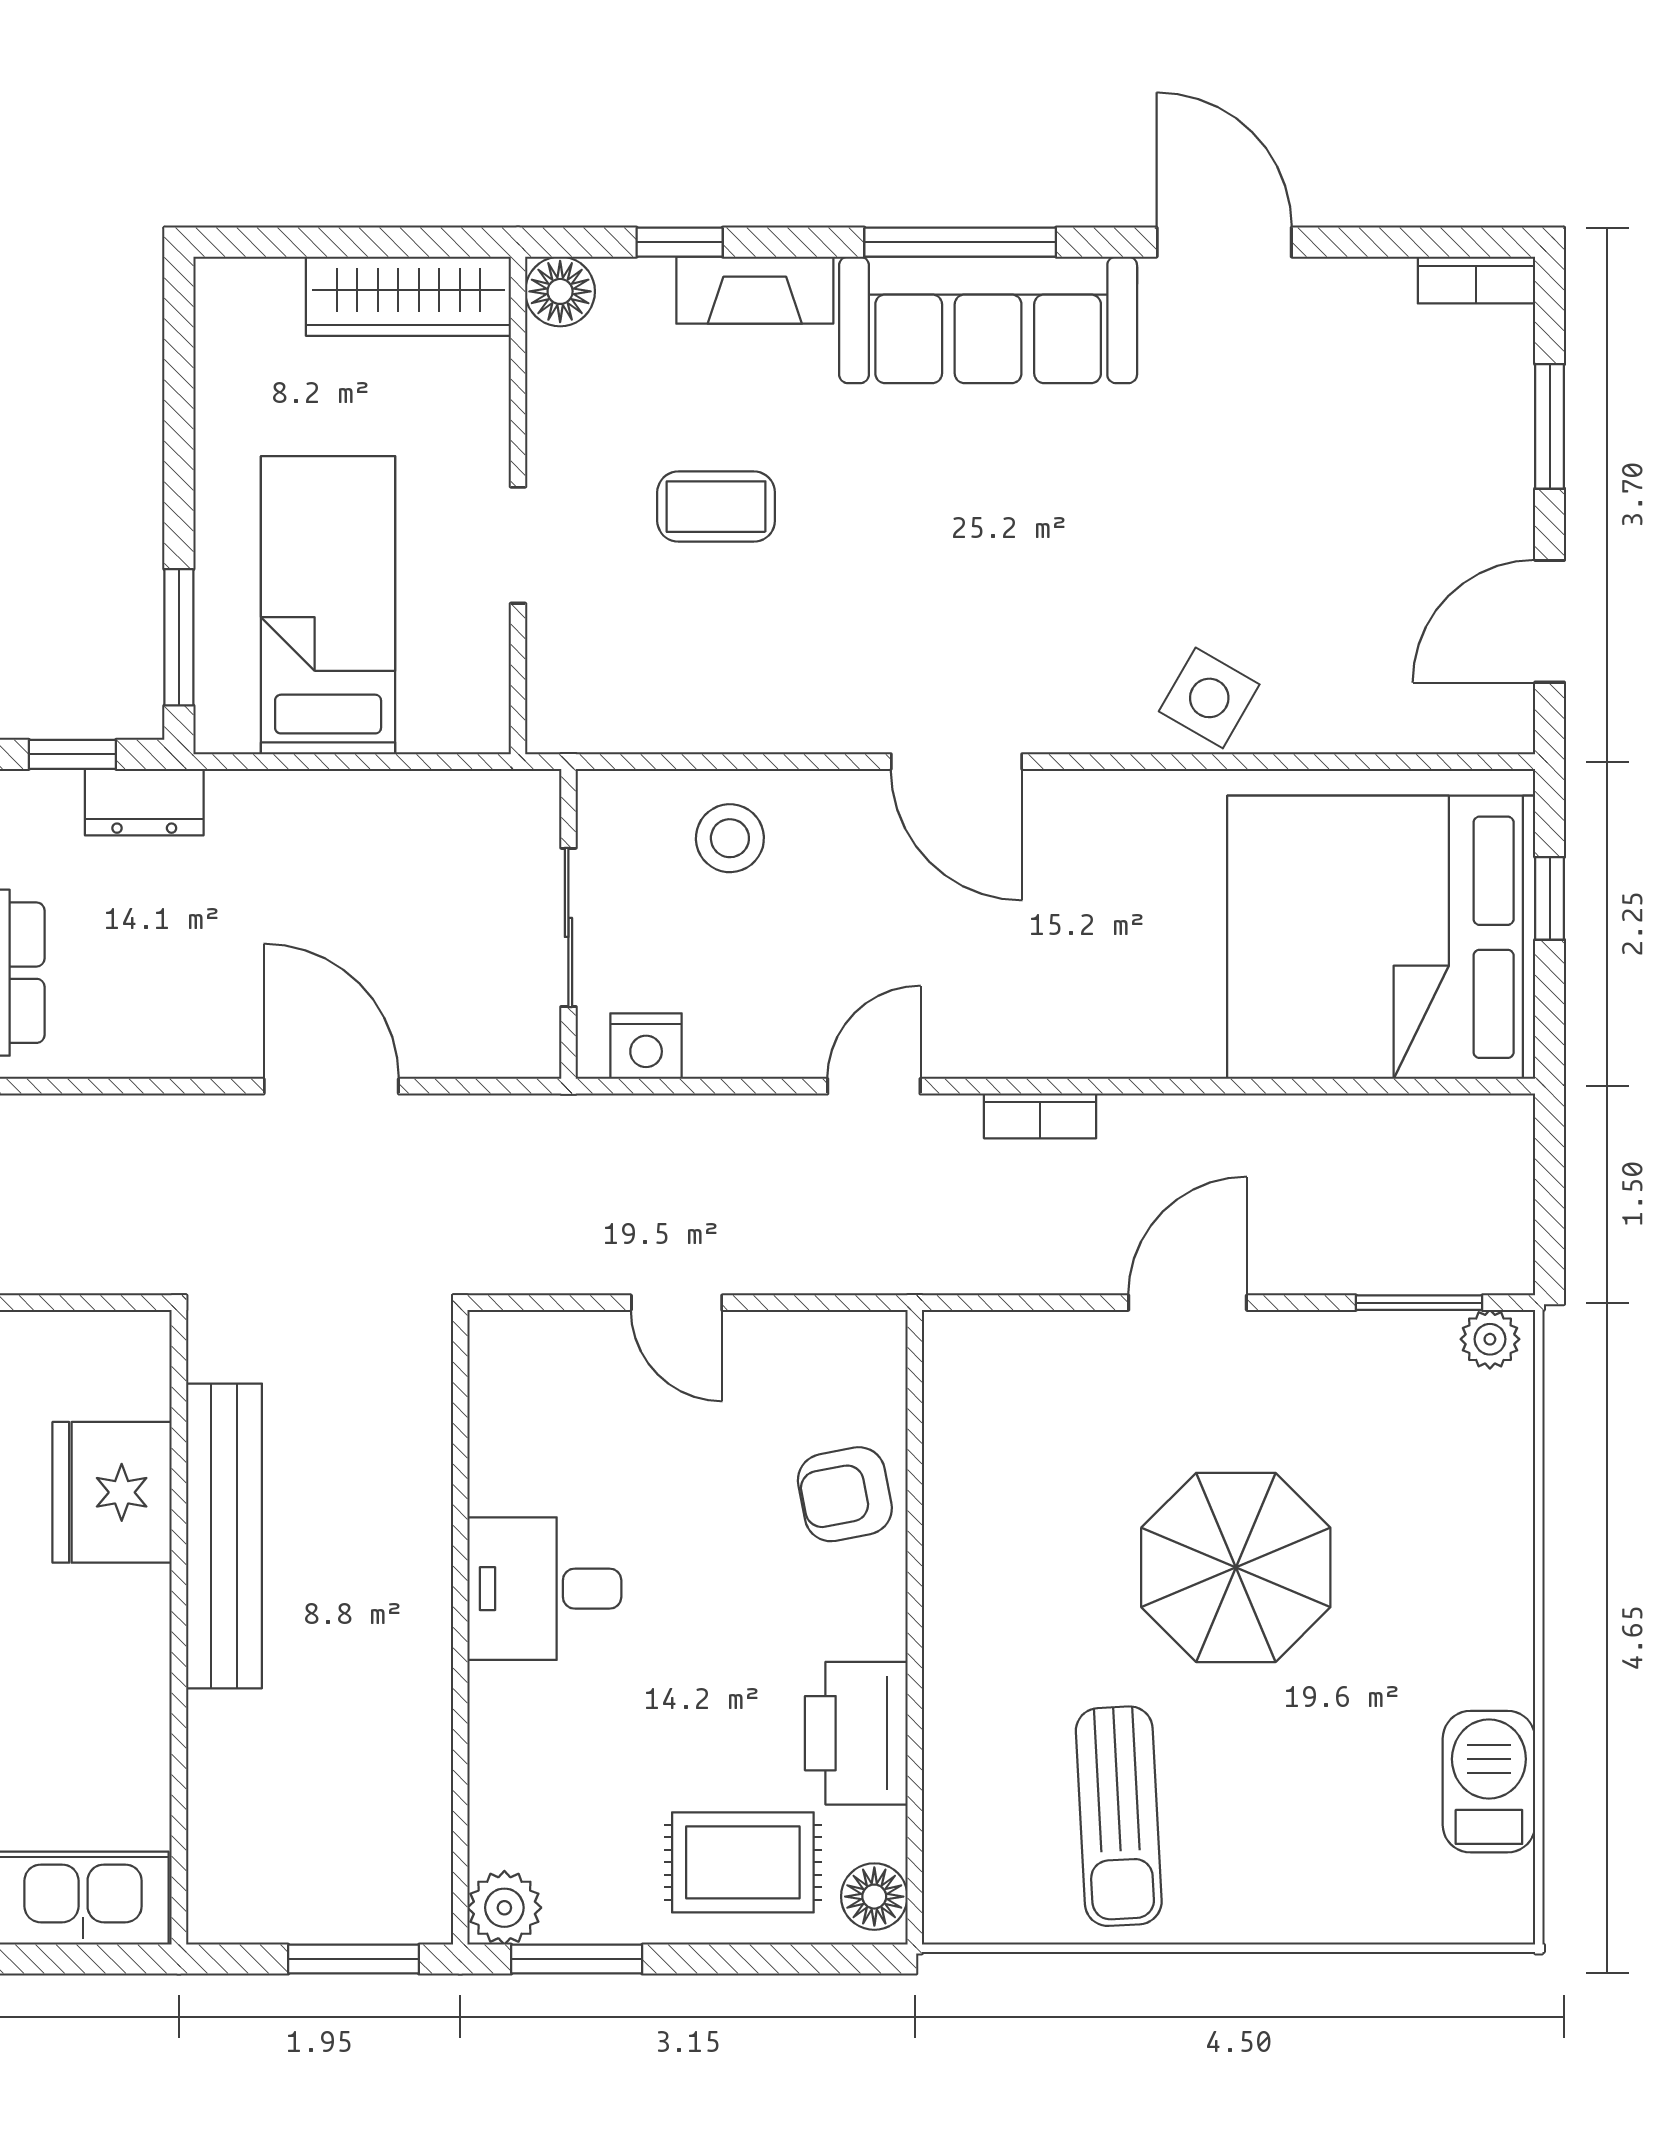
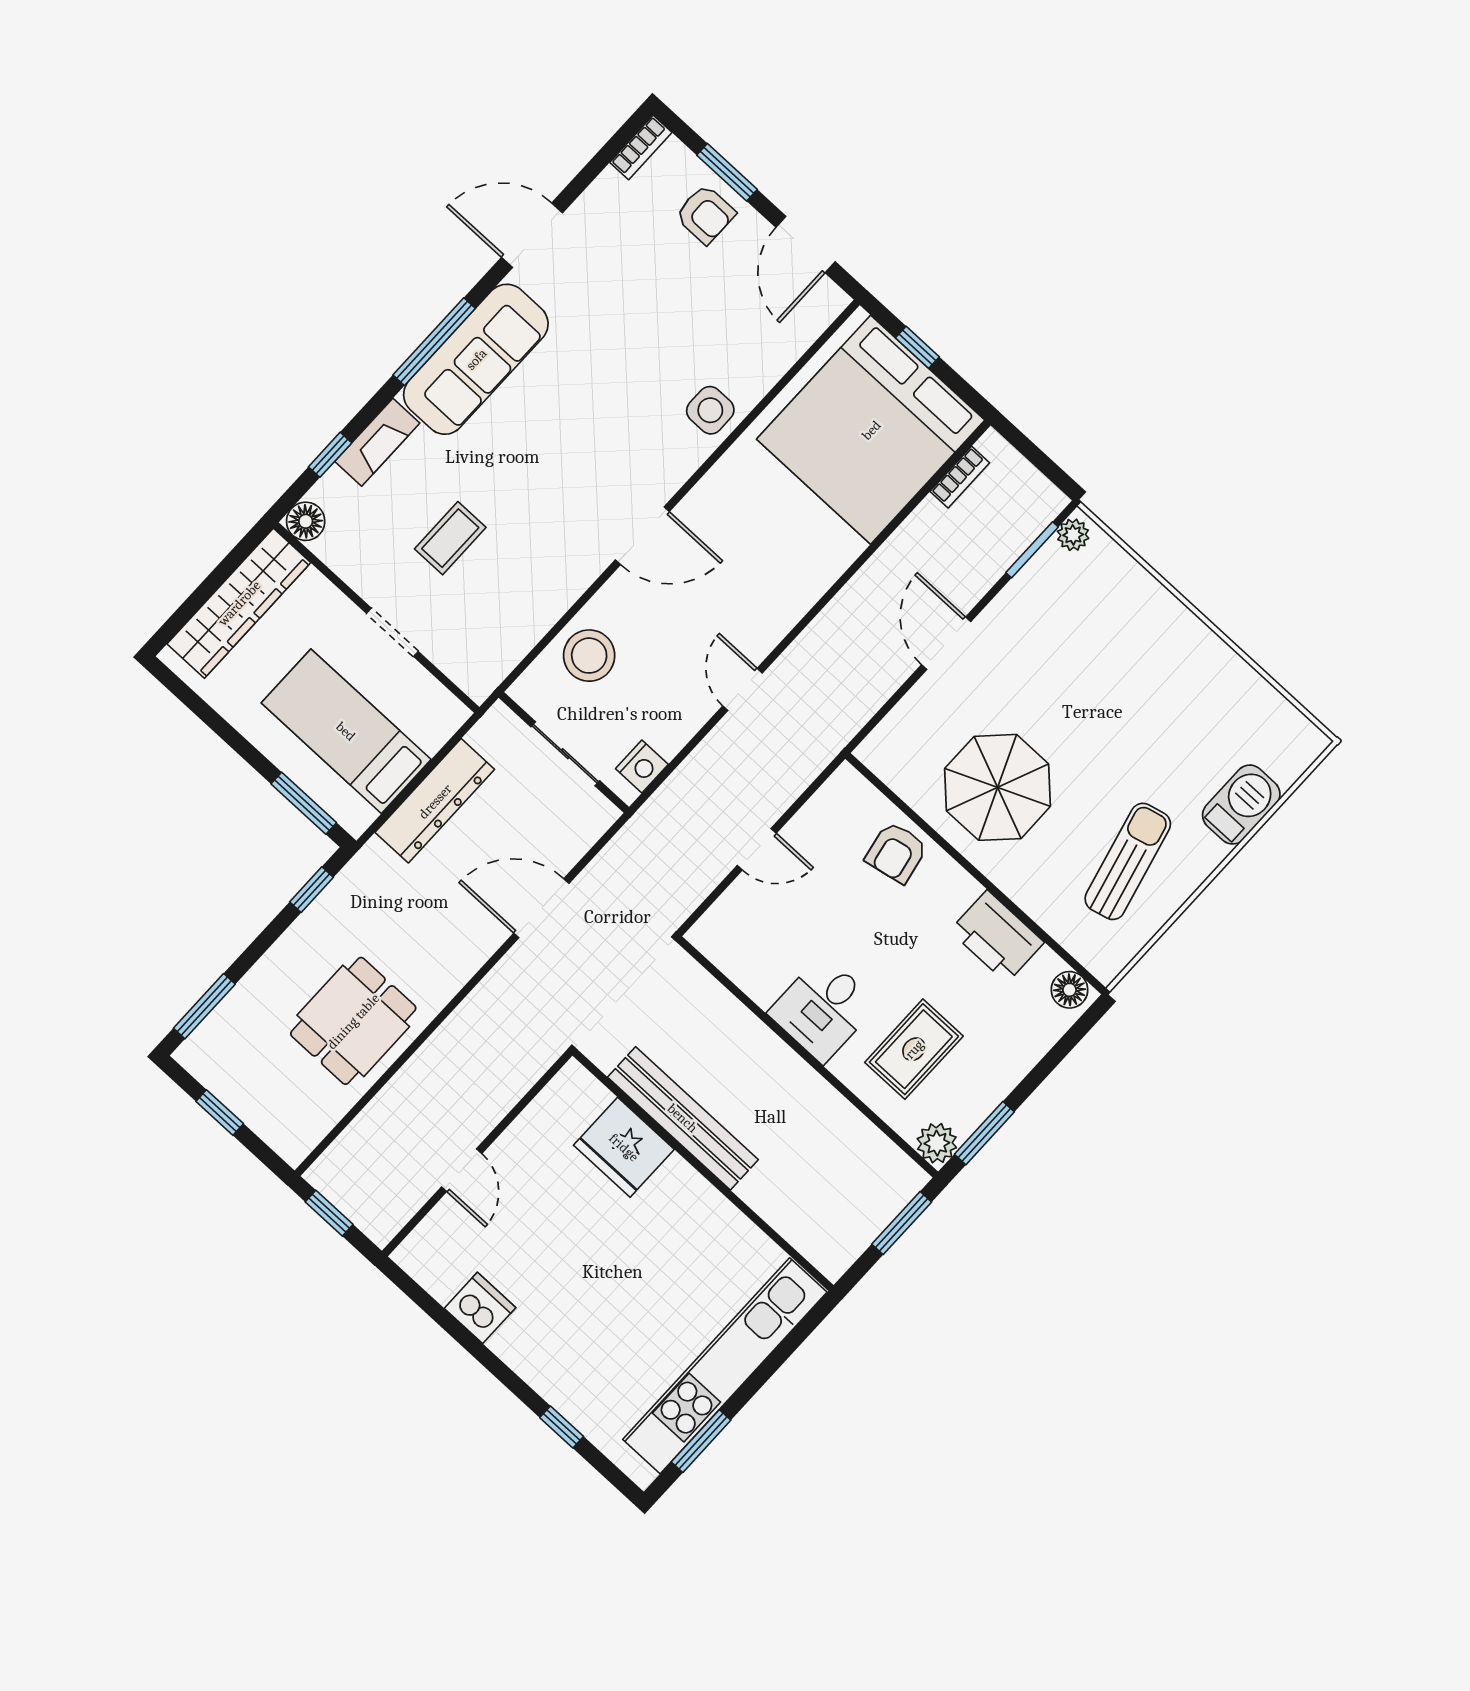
wardrobe: (408, 296) -> (239, 603), width x1.40, depth x1.17
armchair: (1466, 449) -> (705, 214), added
side table: (1209, 698) -> (710, 410), turned -30
dresser: (144, 802) -> (435, 801), moved, width x1.96, depth x1.24
stool: (730, 838) -> (589, 656), width x1.38, depth x1.38
bookcase: (1040, 1116) -> (960, 477), moved
parasol: (1236, 1567) -> (998, 787), moved
barbecue: (1489, 1782) -> (1241, 805), moved, turned 90
sun lounger: (1119, 1816) -> (1128, 861), turned -101
rug: (743, 1862) -> (914, 1049), moved

